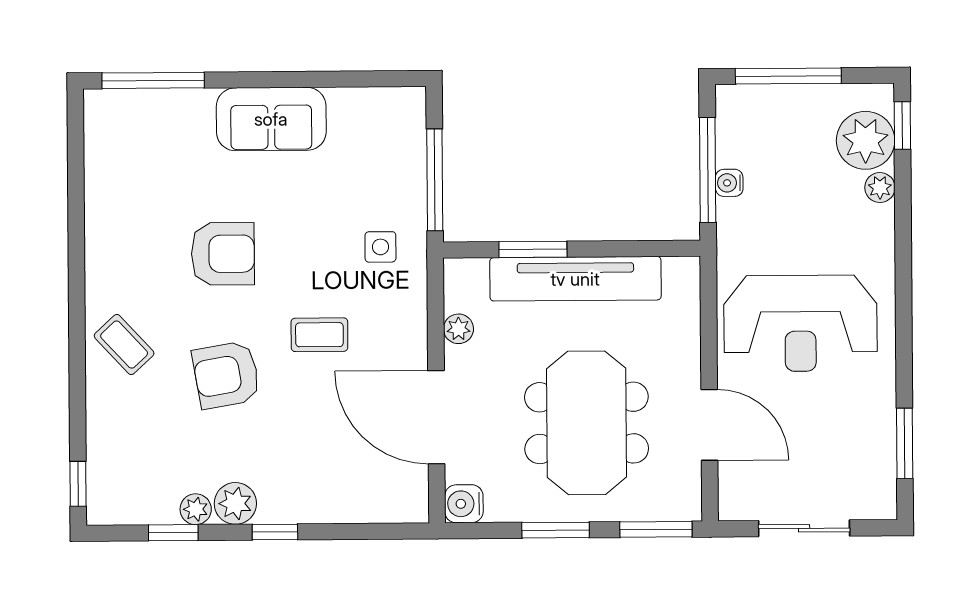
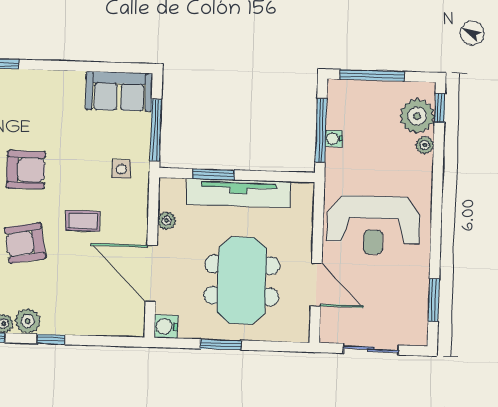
sofa: (271, 119) -> (119, 91), moved
window: (656, 529) -> (281, 346), removed

